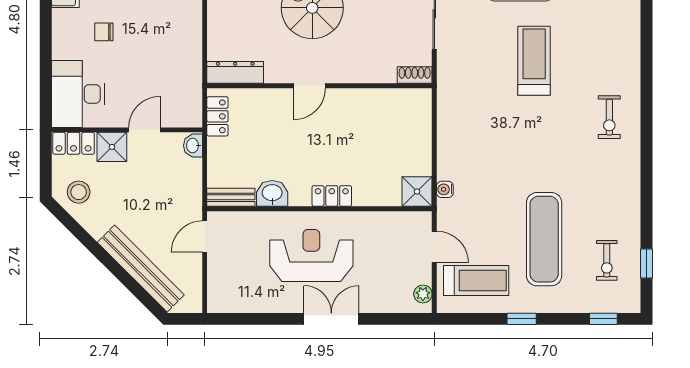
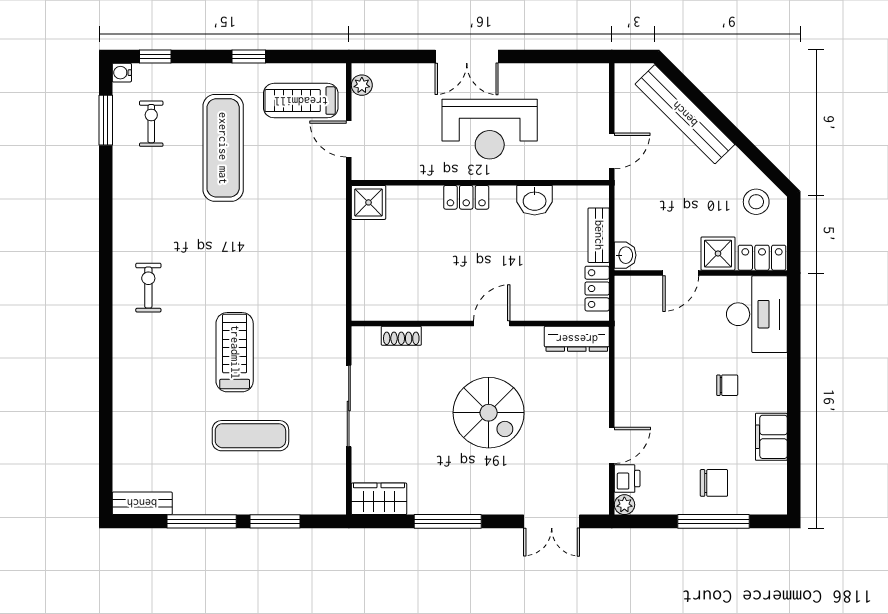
treadmill: (534, 61) -> (235, 352), turned 180
shoe rack: (415, 75) -> (401, 336), moved
water cooler: (445, 189) -> (122, 73), moved, turned 180
bench: (231, 197) -> (599, 235), moved, turned 90
window: (647, 263) -> (106, 120), width x1.50

